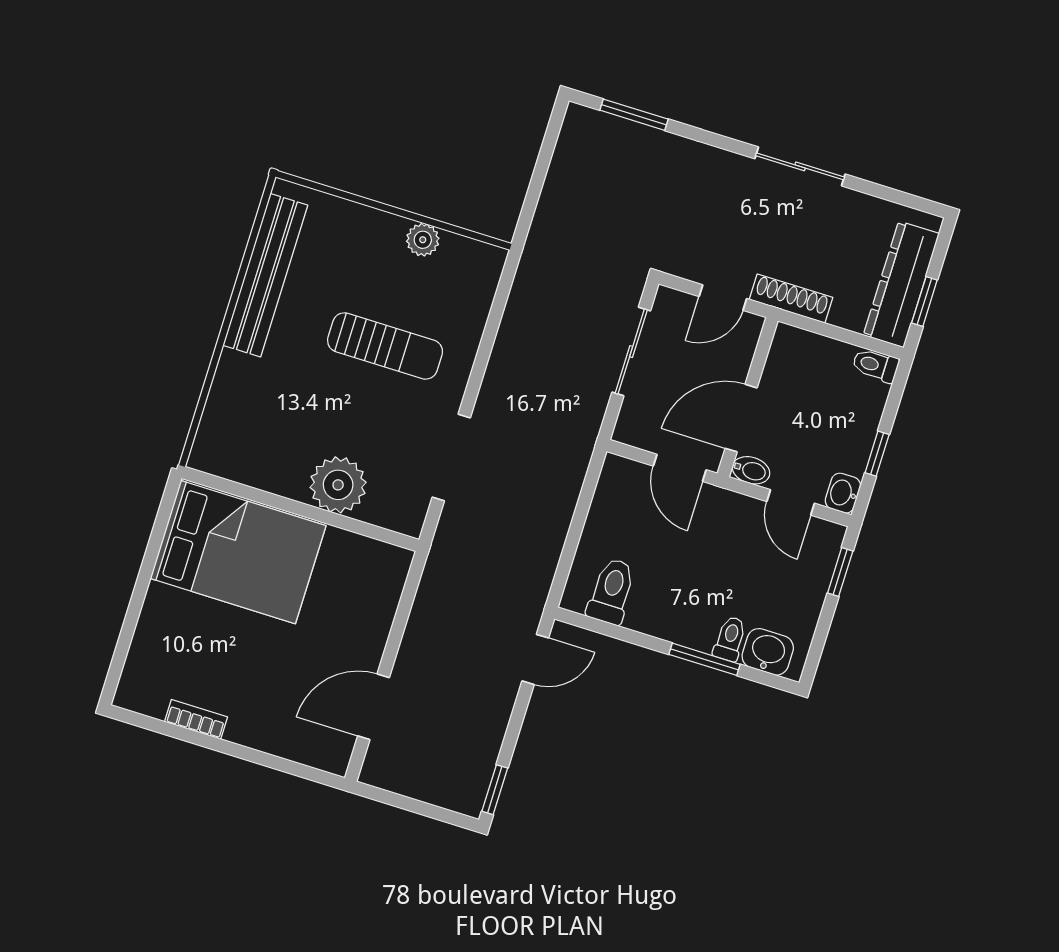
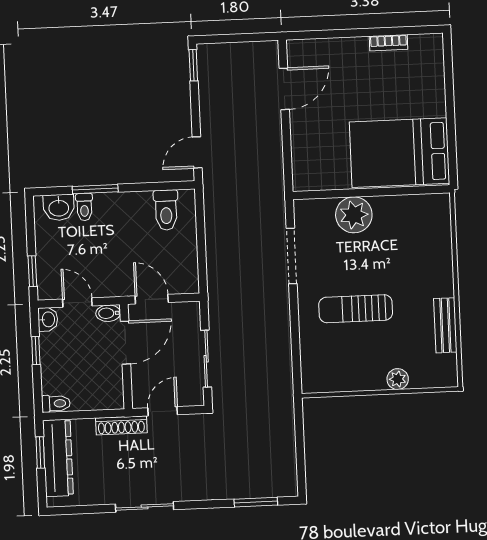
plant: (423, 240) -> (398, 379), moved
bench: (265, 275) -> (445, 325), width x0.54, depth x0.82

